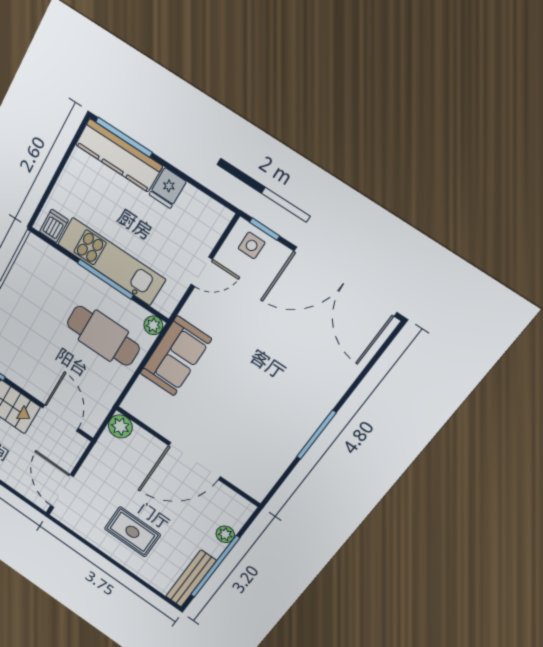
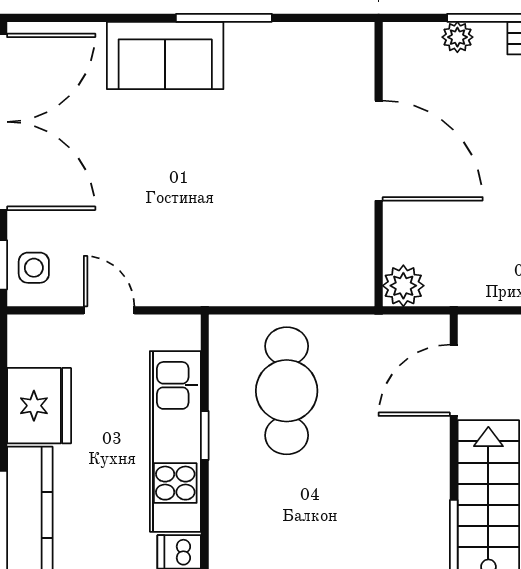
fridge: (168, 188) -> (39, 406), width x1.88, depth x1.34
window: (105, 279) -> (205, 435), width x0.46
plant: (153, 325) -> (224, 330), removed
sofa: (175, 356) -> (165, 55), moved, turned 180

